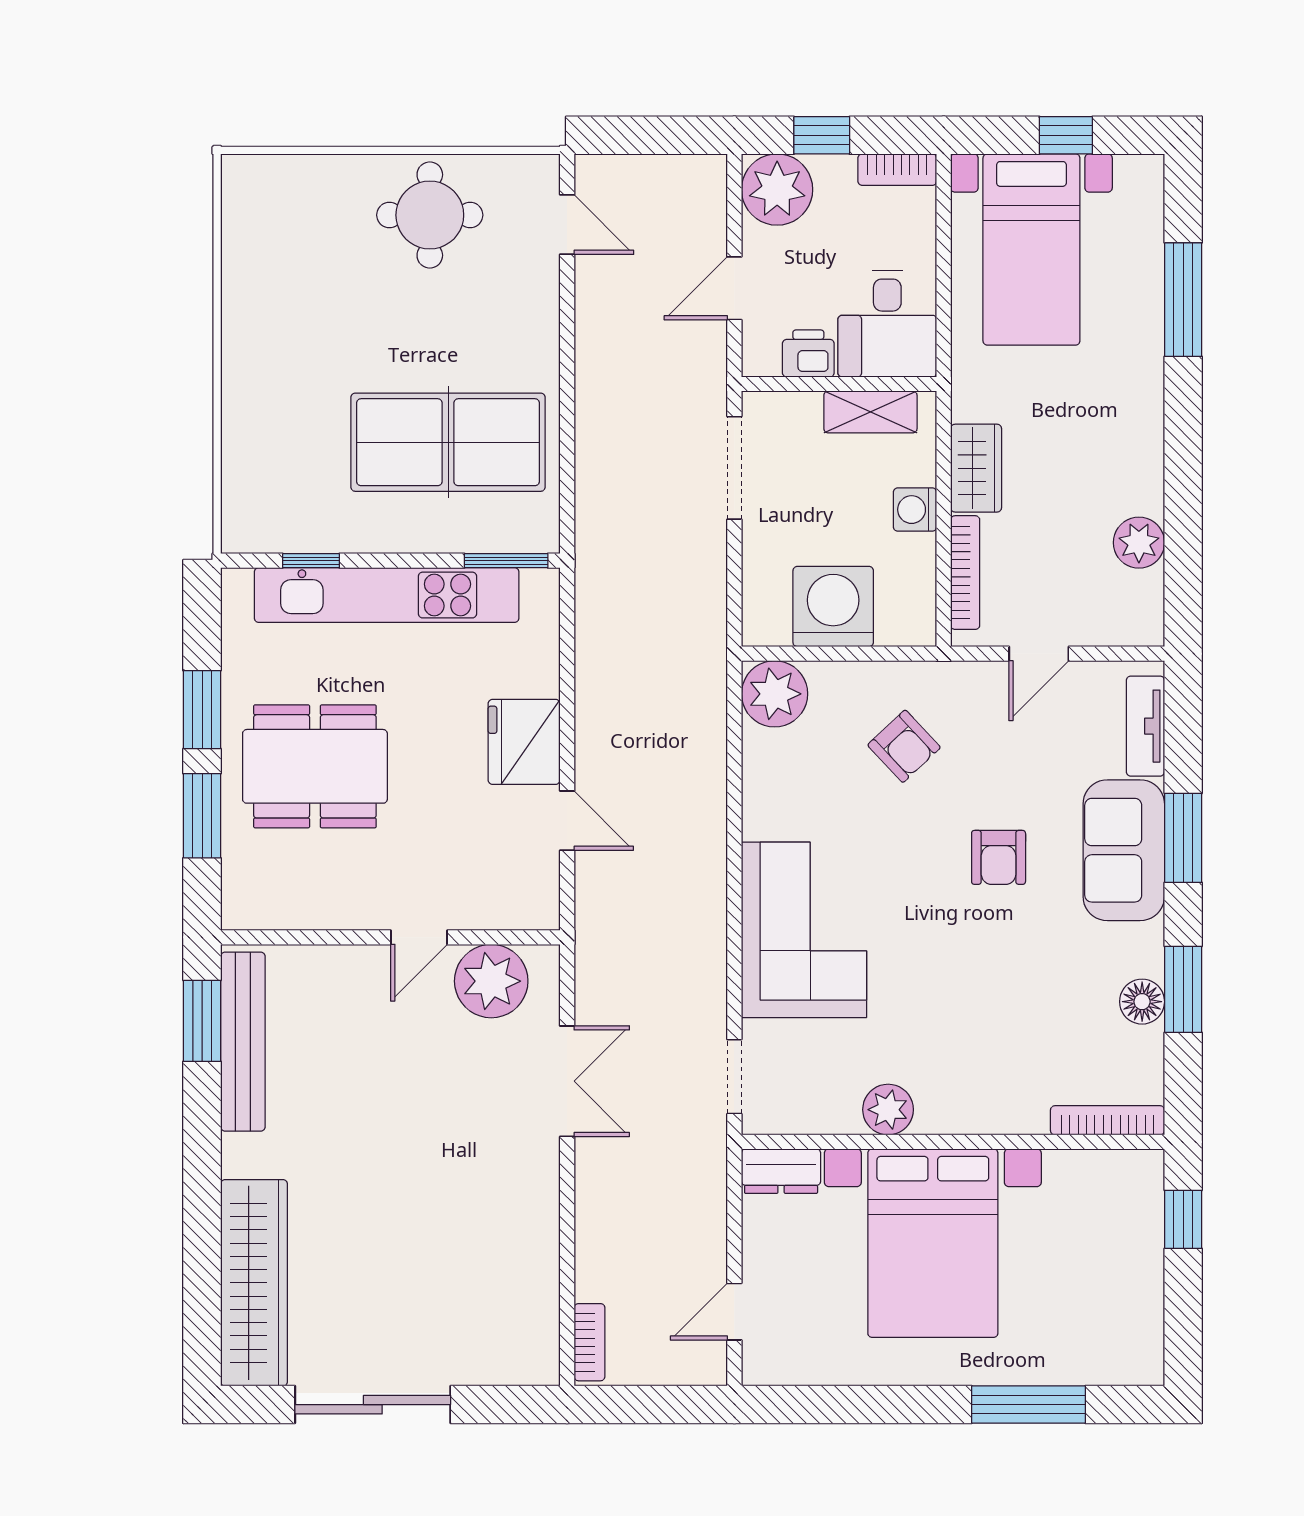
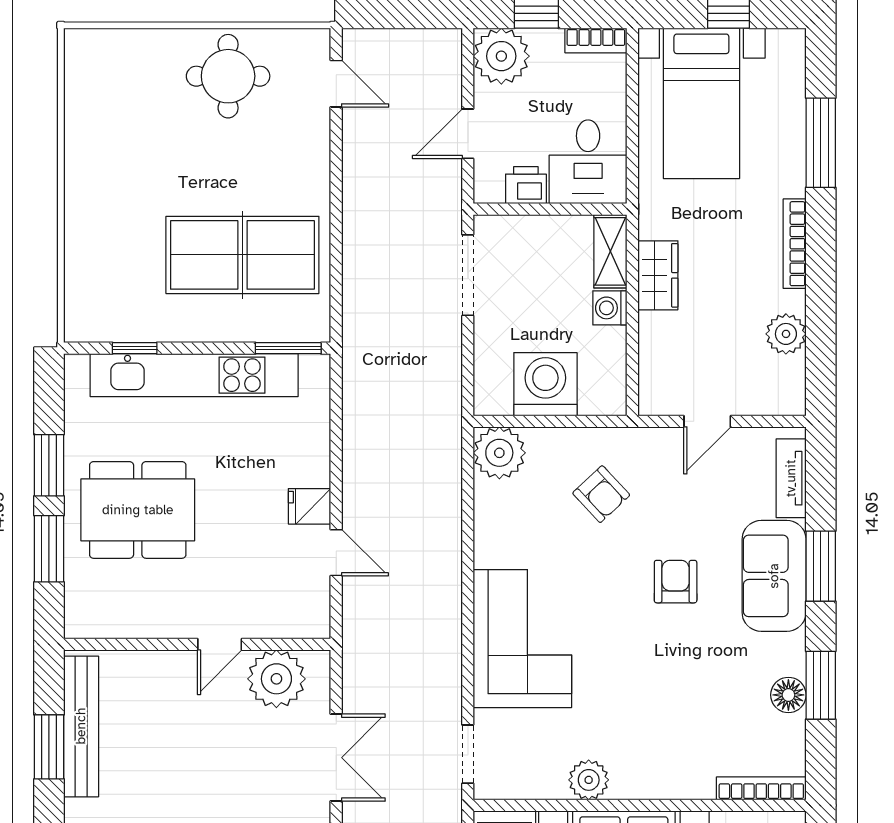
shelving: (870, 412) -> (610, 251), moved, turned 90
bookcase: (965, 573) -> (795, 244), moved, turned 180
fridge: (524, 742) -> (309, 506), width x0.53, depth x0.75
armchair: (999, 857) -> (676, 582), turned 180
window: (202, 1021) -> (49, 747), moved

